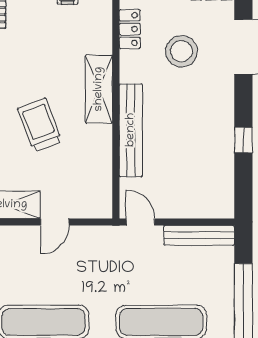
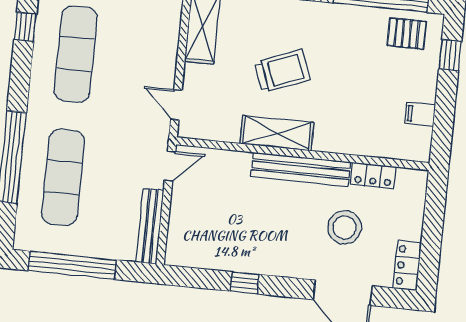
shelving: (99, 89) -> (277, 133), moved
bench: (131, 130) -> (301, 169), moved
door: (55, 222) -> (176, 105), moved

